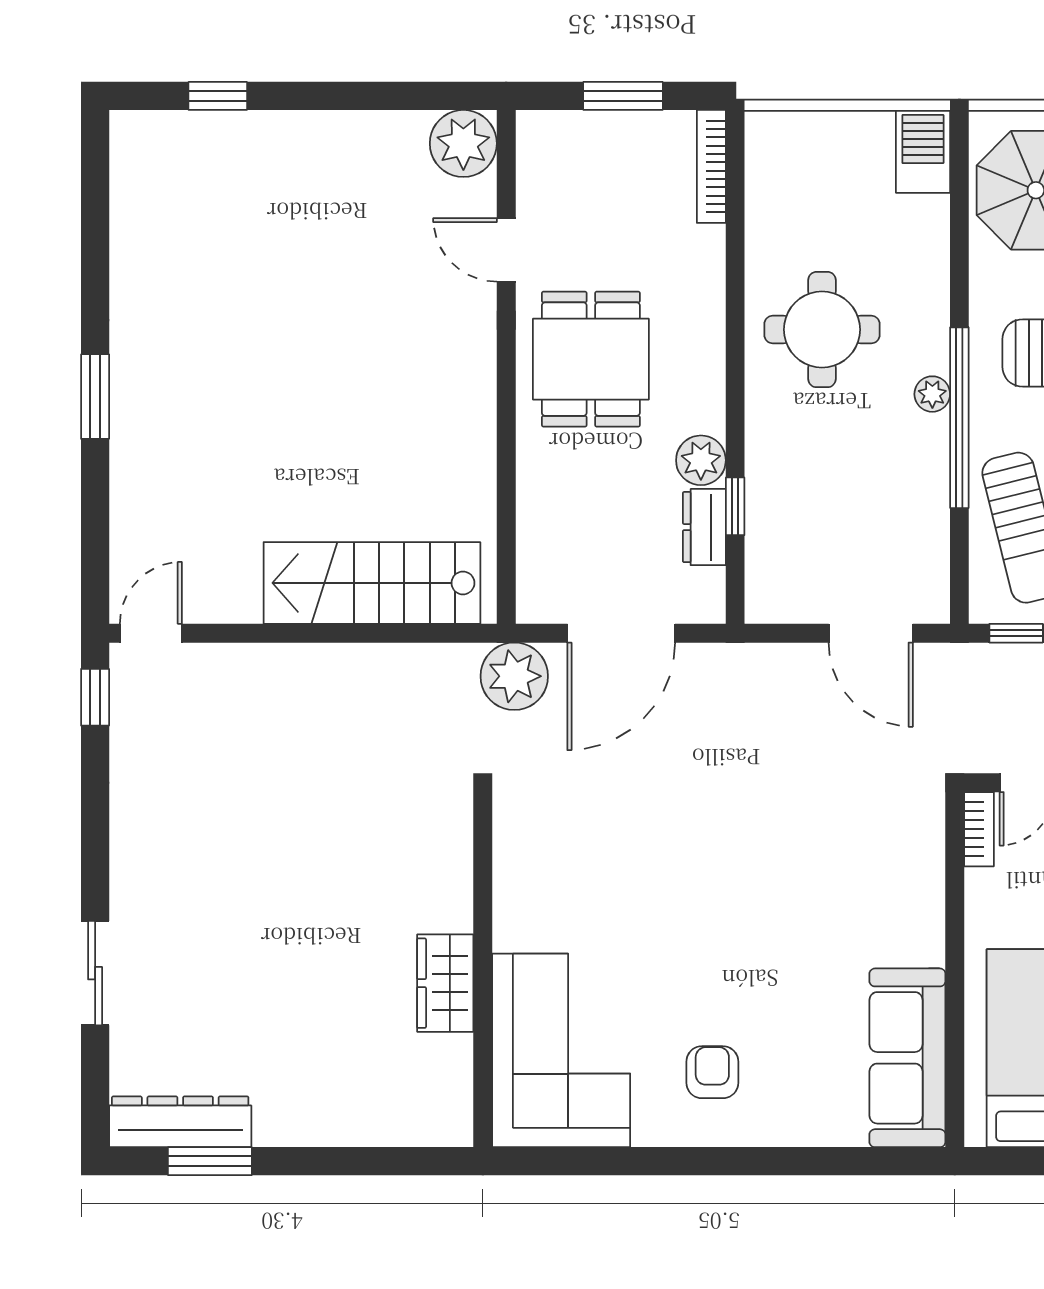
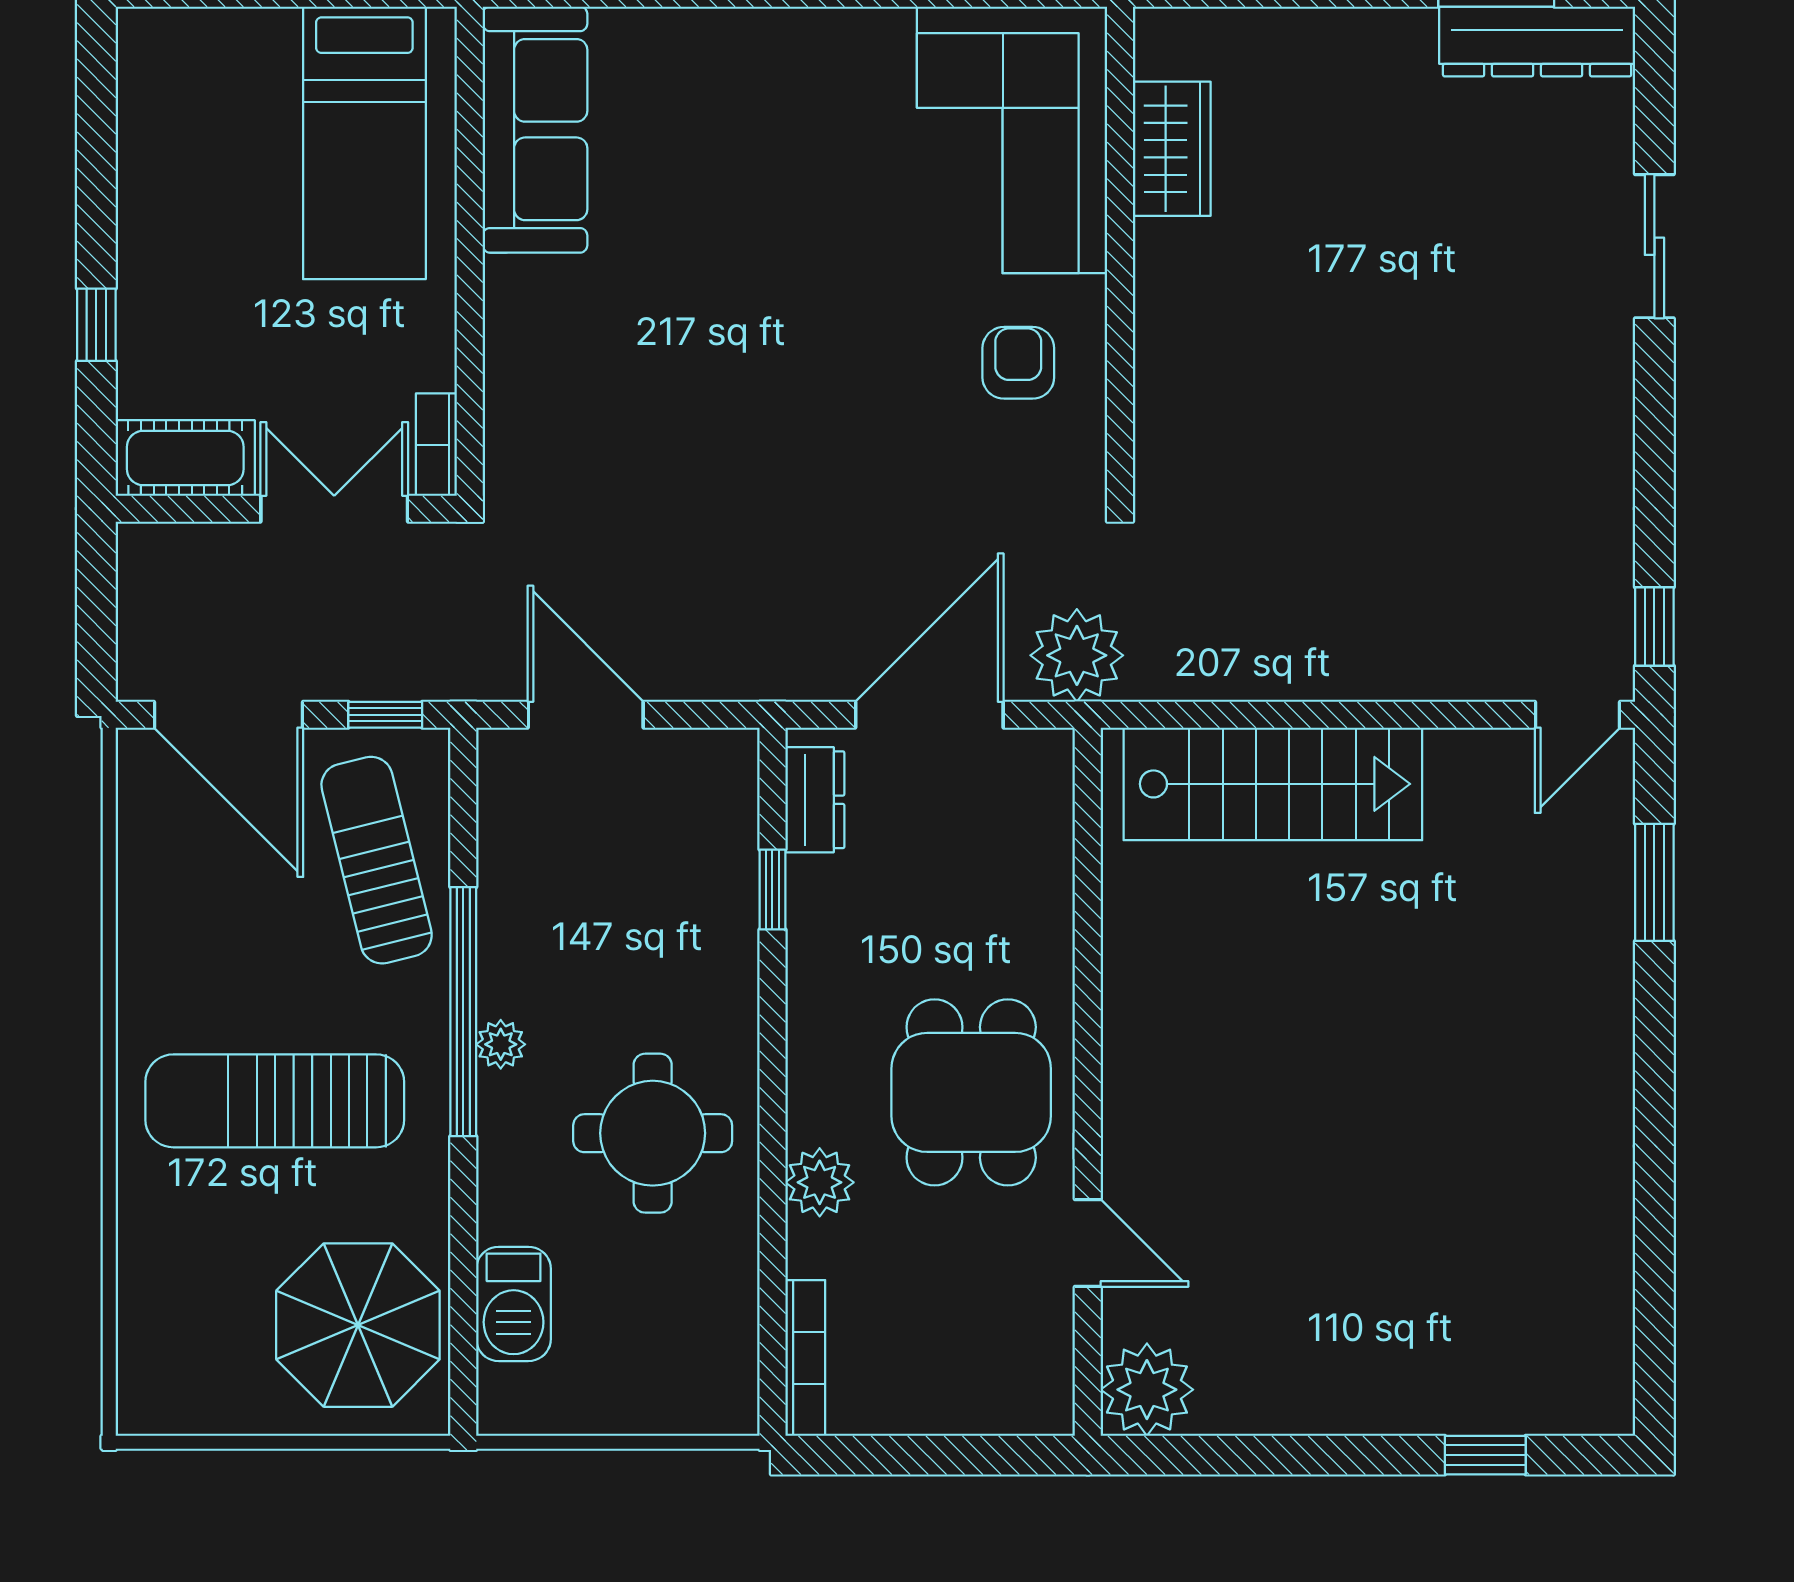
window: (623, 96) -> (927, 1455), removed
barbecue: (923, 151) -> (514, 1304), moved
window: (95, 397) -> (1654, 882), moved
plant: (701, 460) -> (820, 1182), moved
dresser: (704, 527) -> (815, 800), moved
wardrobe: (445, 983) -> (1172, 149), moved
armchair: (712, 1072) -> (1018, 363), moved, turned 180

